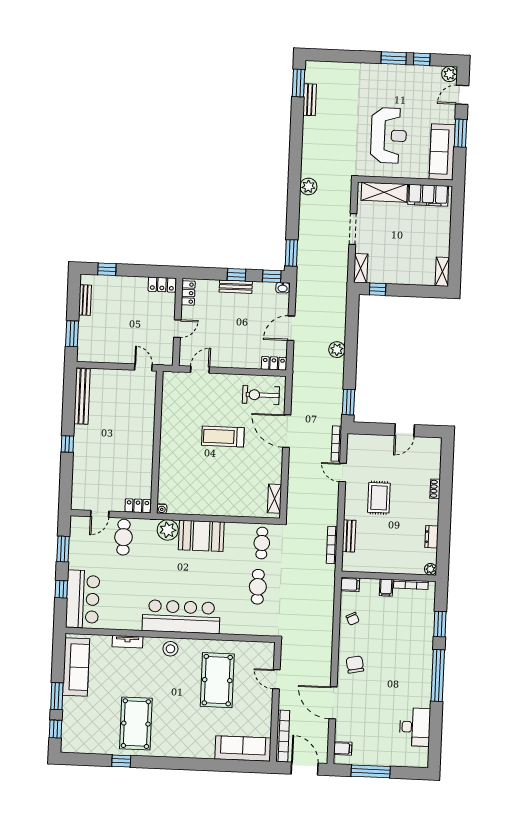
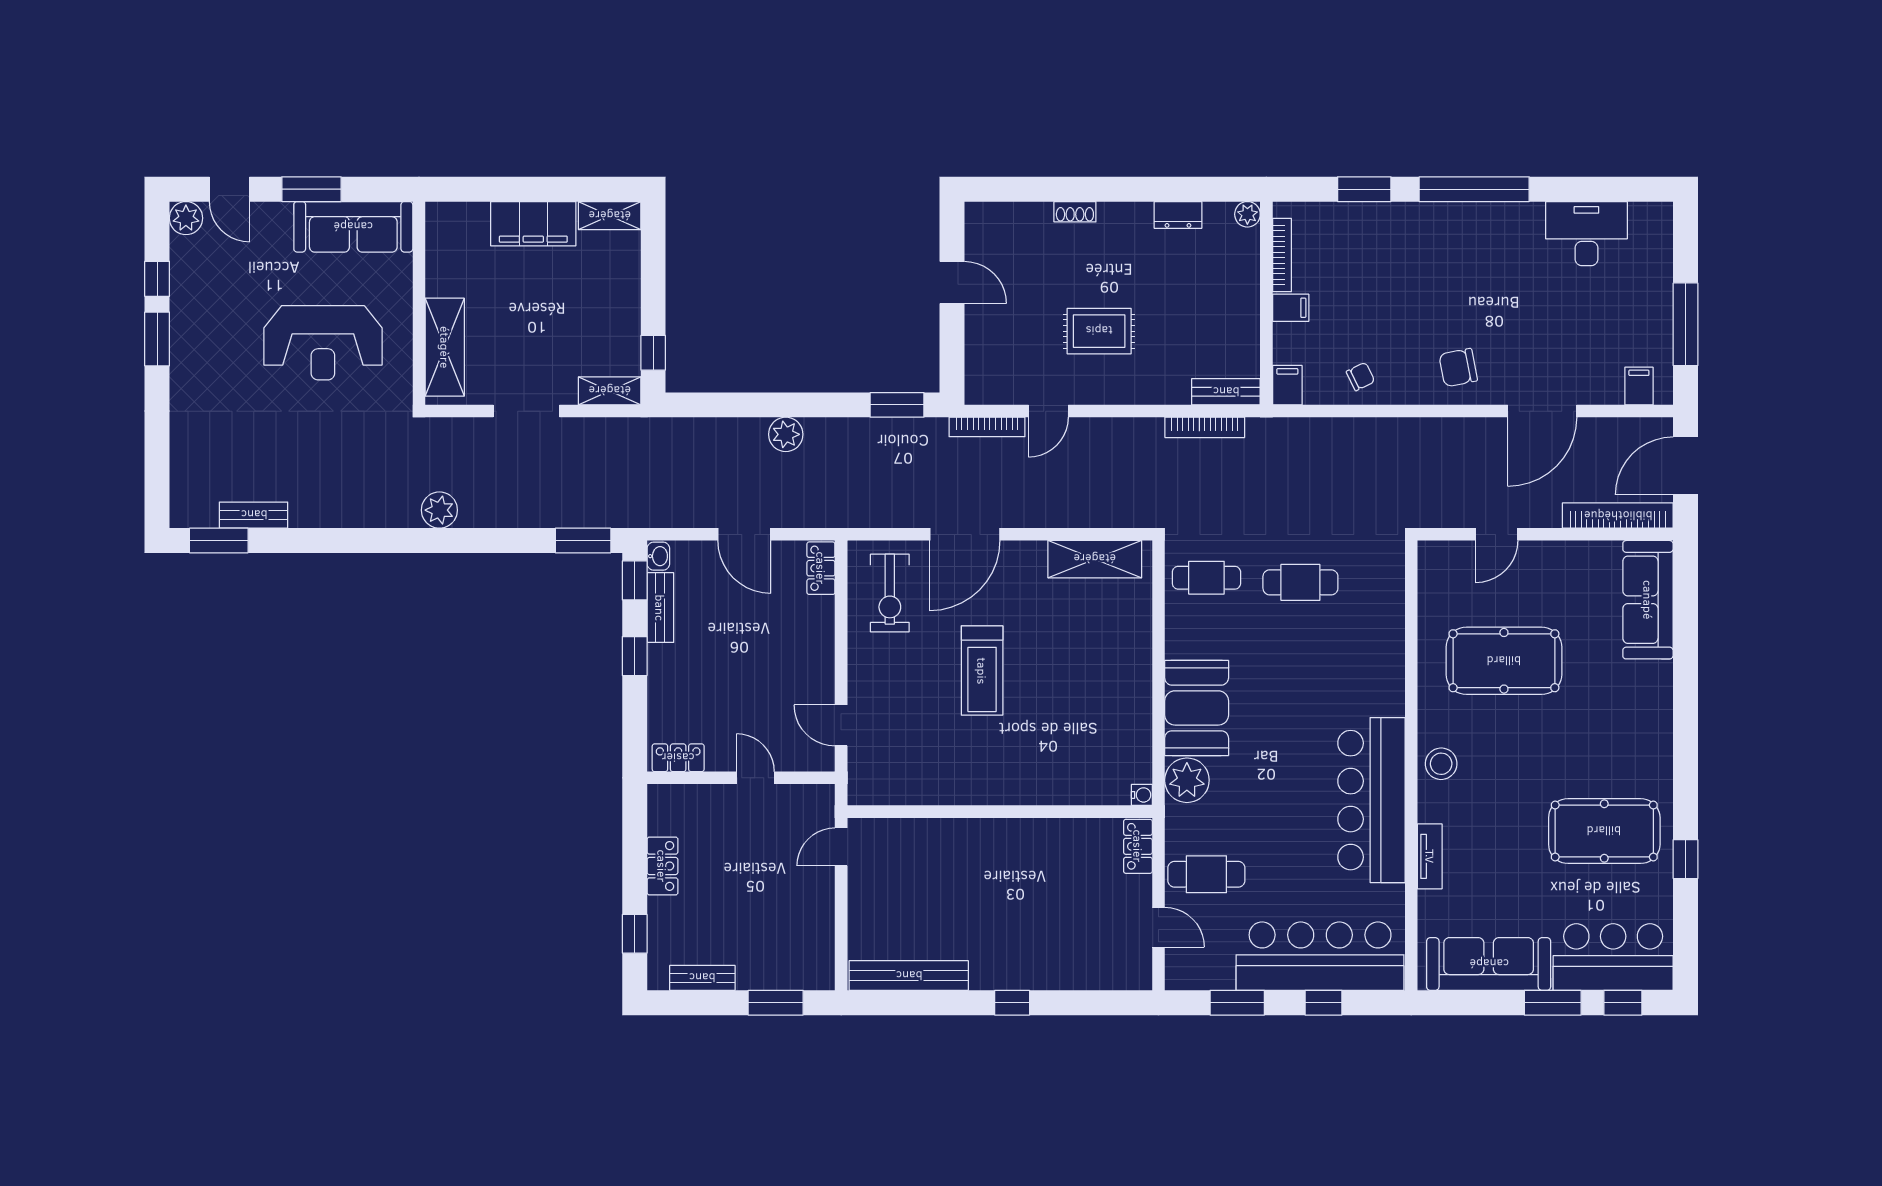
reception desk: (389, 135) -> (323, 343), turned 180
filing cabinet: (428, 195) -> (533, 224), moved, turned 90
locker: (162, 285) -> (662, 866), moved
bench: (236, 287) -> (660, 608), moved
shelving: (275, 499) -> (1095, 559), width x1.50, depth x1.33
bench: (349, 536) -> (1226, 392), moved
bar counter: (83, 599) -> (1320, 956), width x1.36
bar counter: (181, 617) -> (1371, 800), moved
bar counter: (77, 725) -> (1613, 957), added

